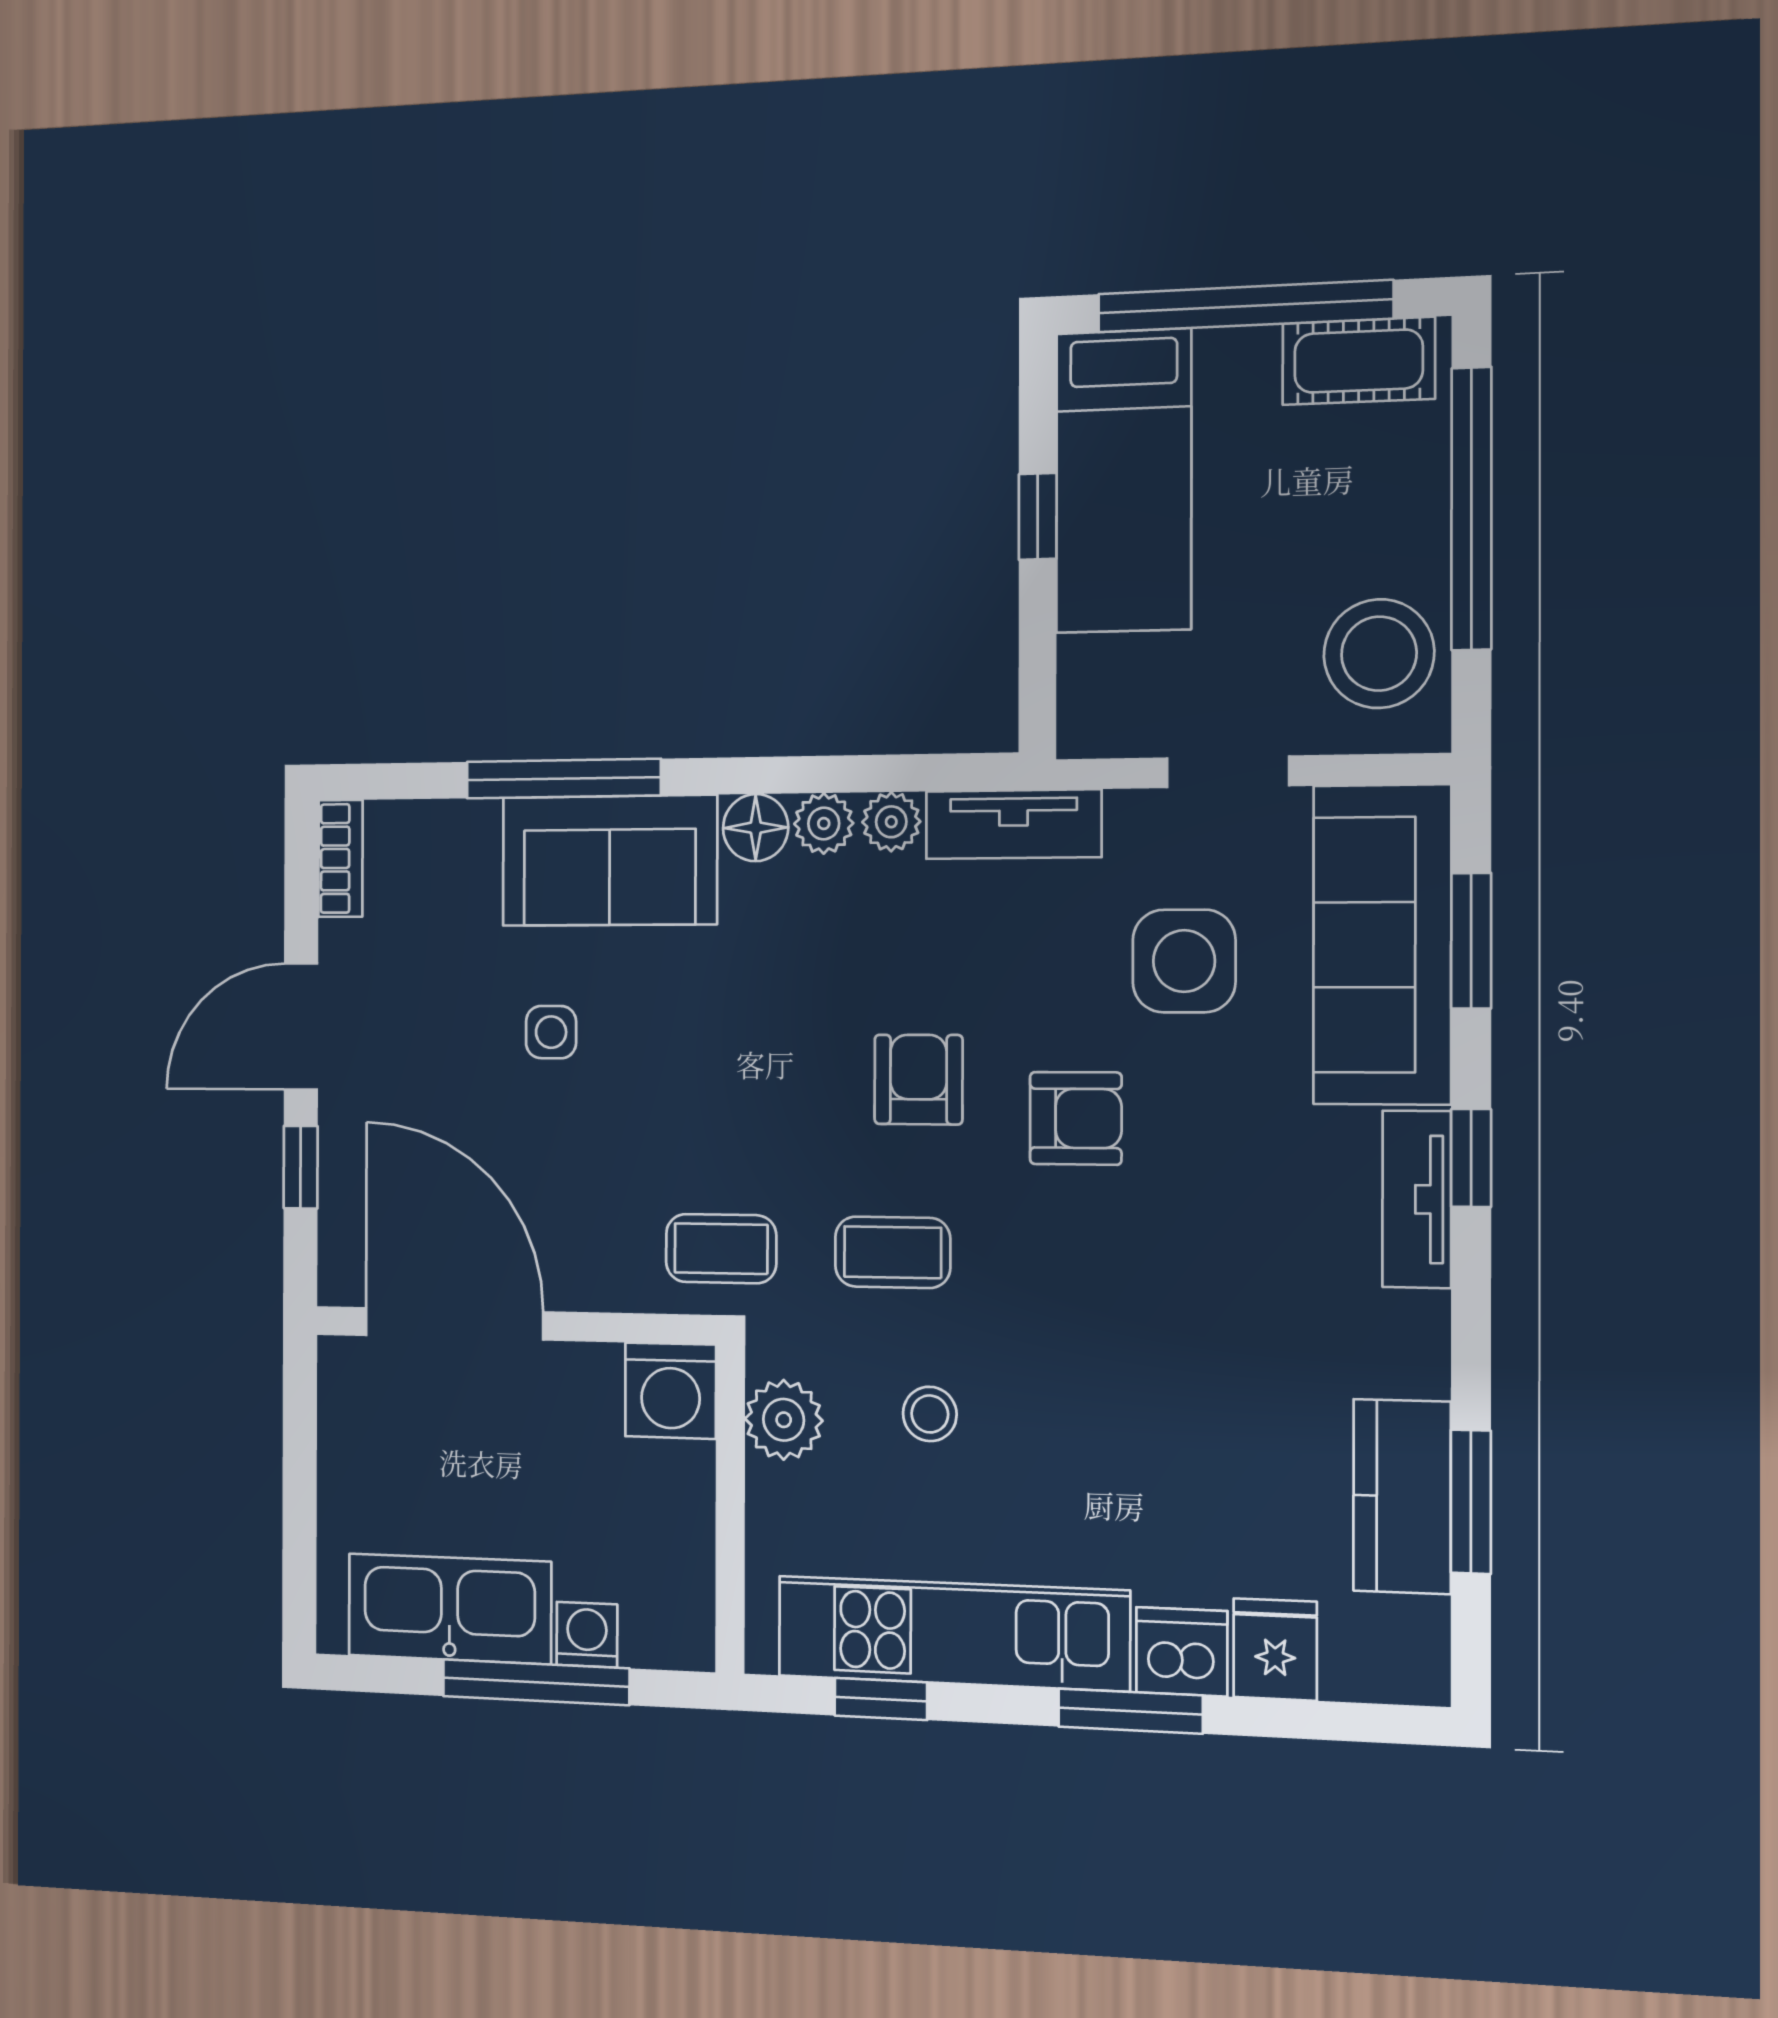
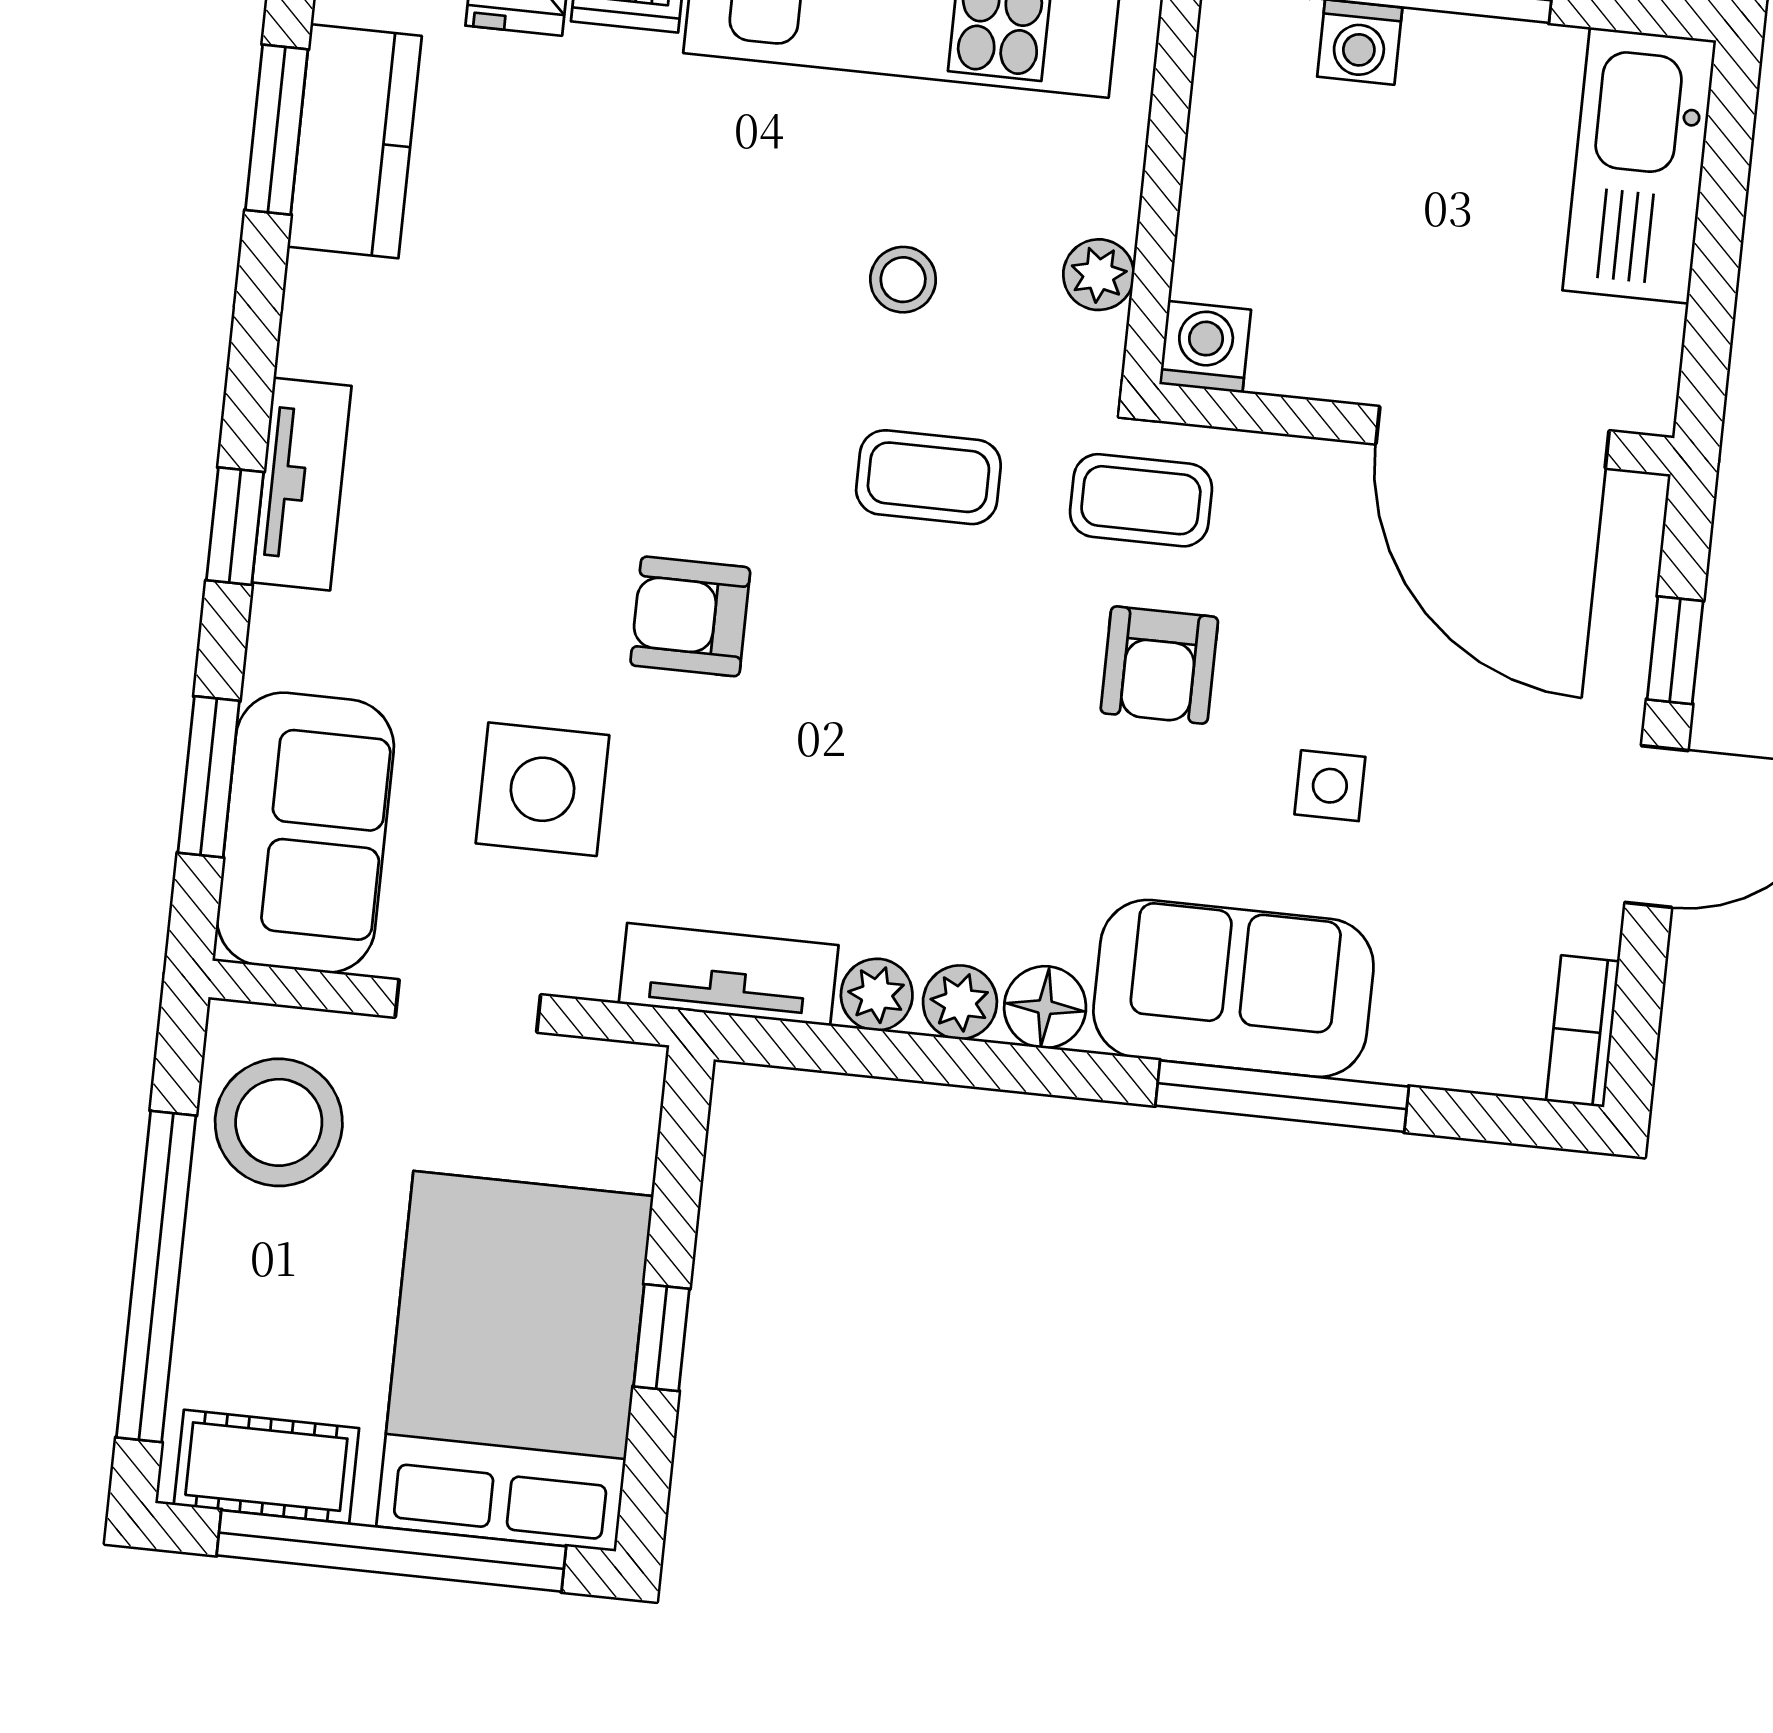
bed: (1124, 481) -> (515, 1361), width x1.50
sofa: (1382, 945) -> (305, 833), width x0.73
armchair: (918, 1080) -> (1159, 665), moved
washing machine: (671, 1391) -> (1205, 347), width x0.73, depth x0.73
plant: (784, 1420) -> (1099, 275), width x0.73, depth x0.73
kitchen sink: (449, 1609) -> (1639, 165), moved, turned 90

